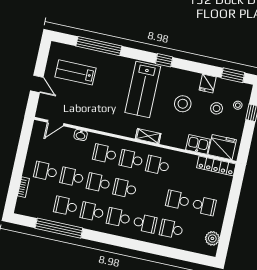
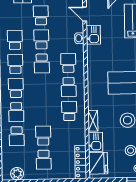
kitchen sink: (80, 119) -> (93, 35), added
shelving: (148, 136) -> (93, 121), moved
school desk: (131, 159) -> (69, 87), turned 180
school desk: (98, 183) -> (42, 63), turned 180
school desk: (125, 188) -> (42, 88), removed
school desk: (171, 229) -> (17, 136), turned 180

